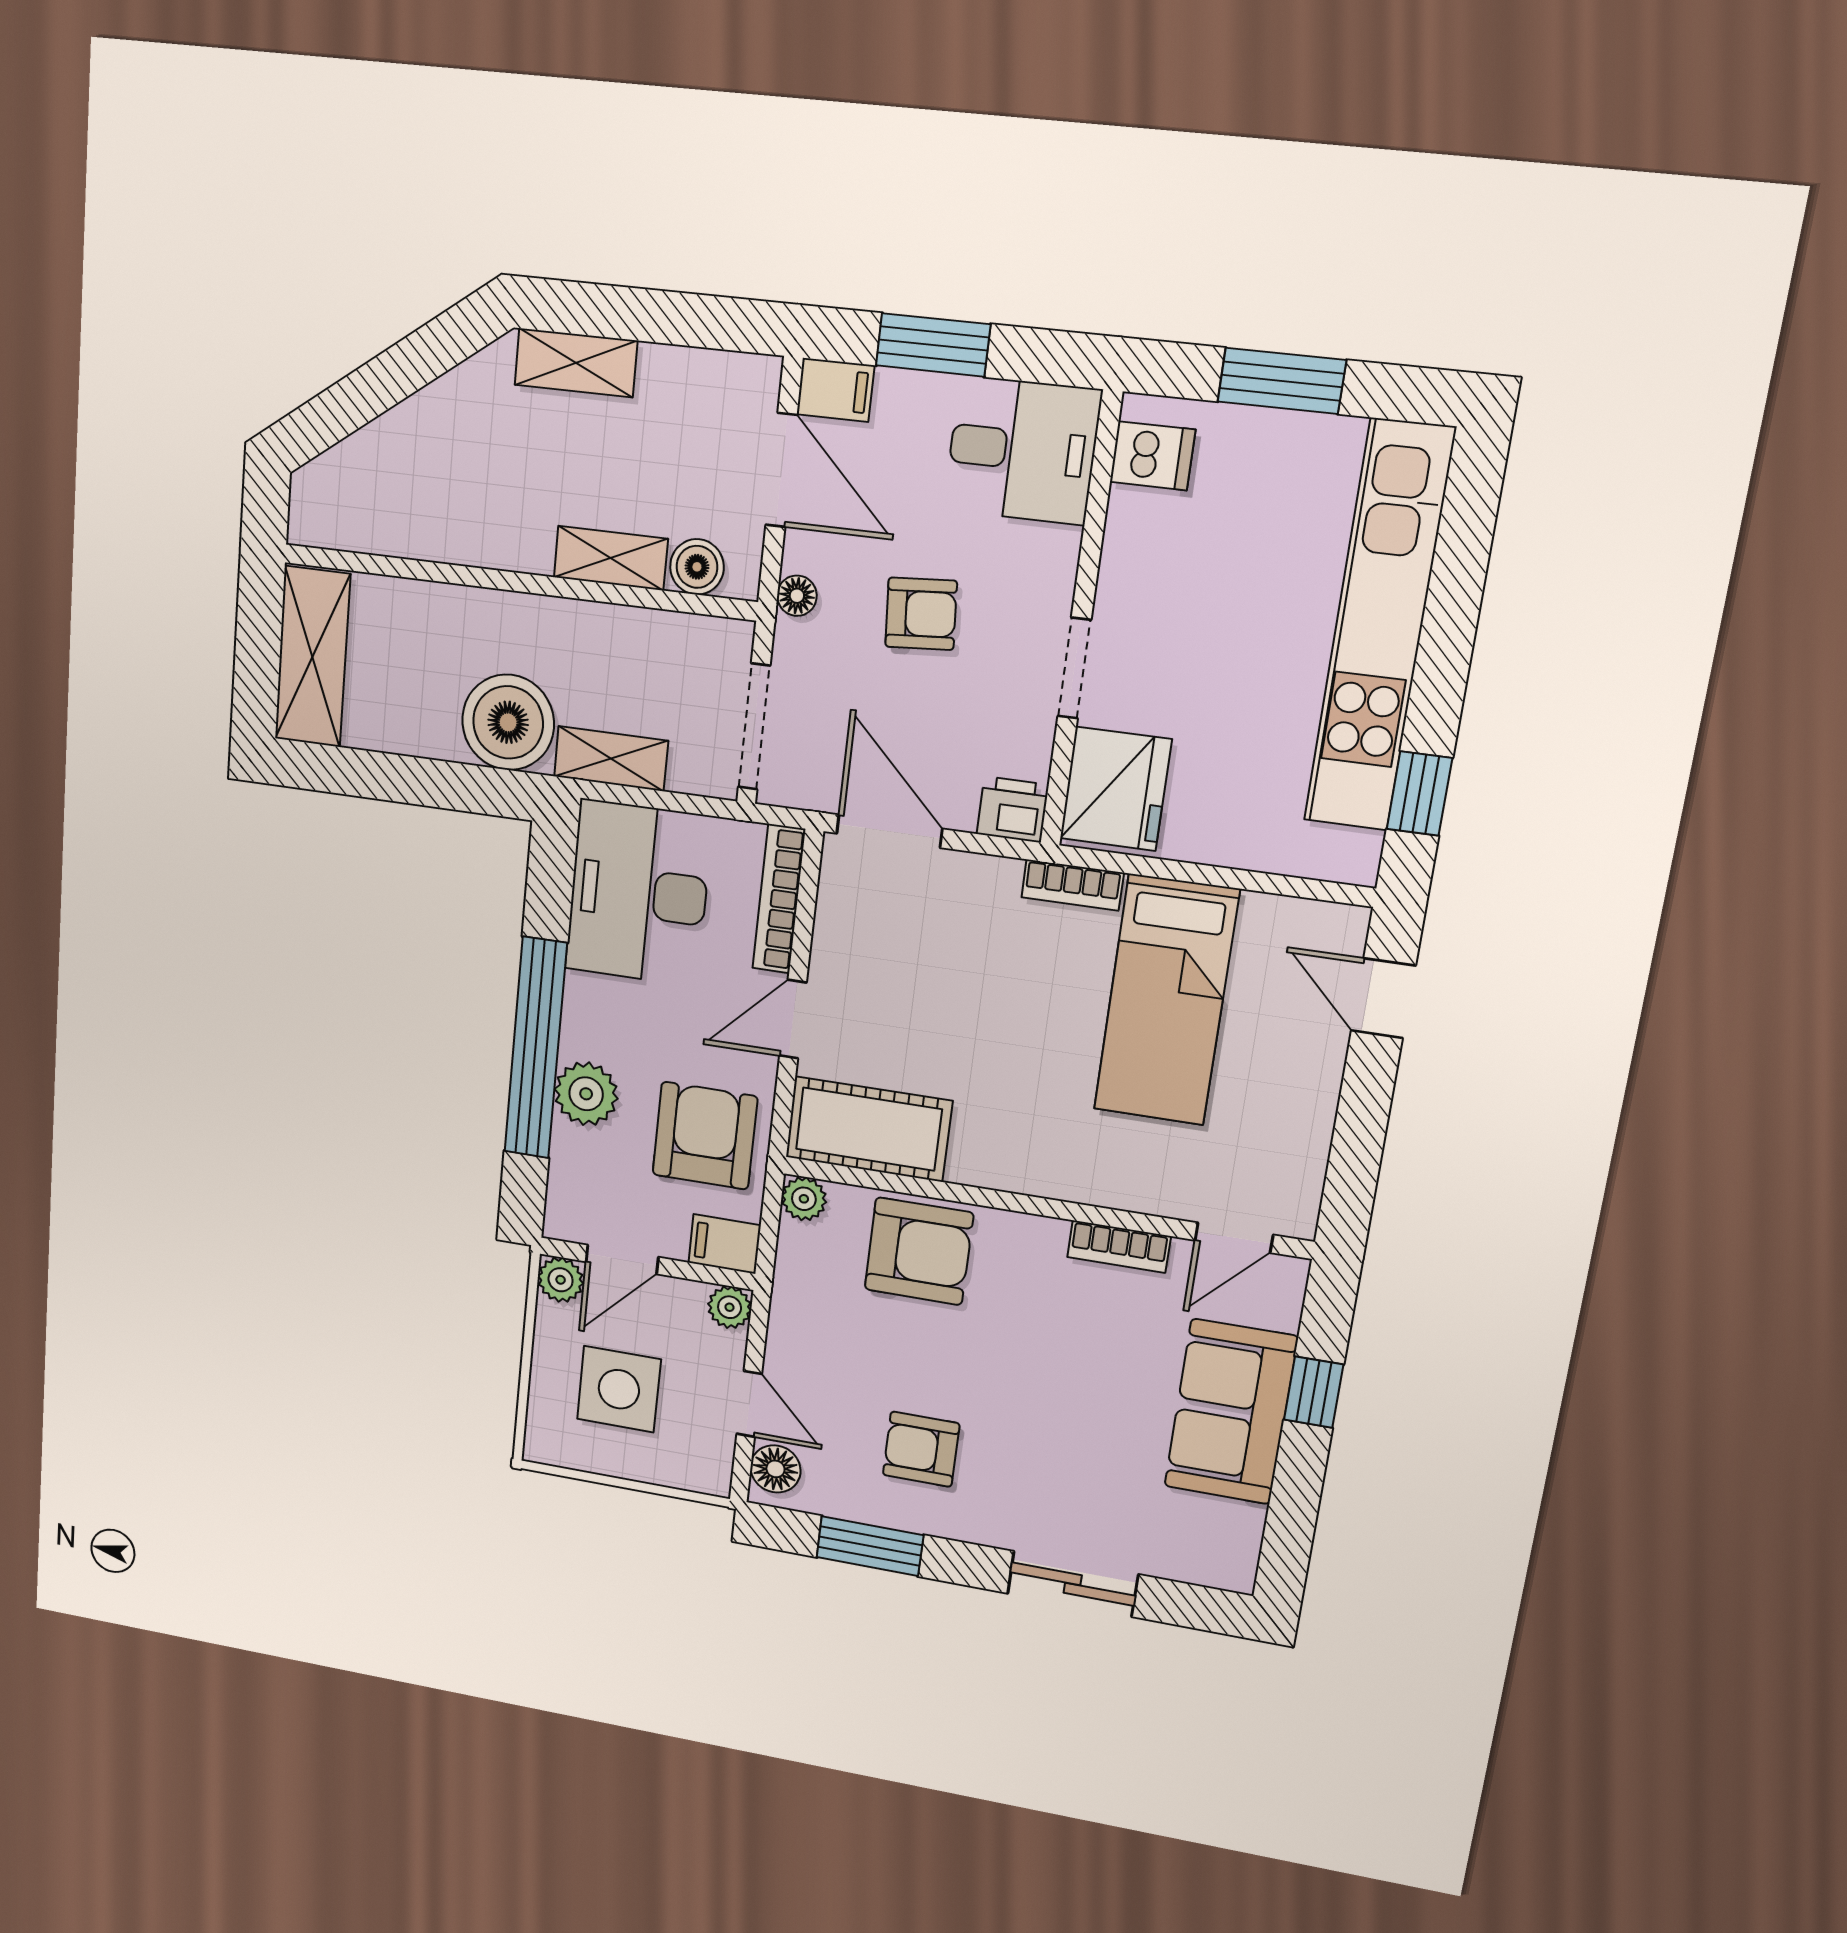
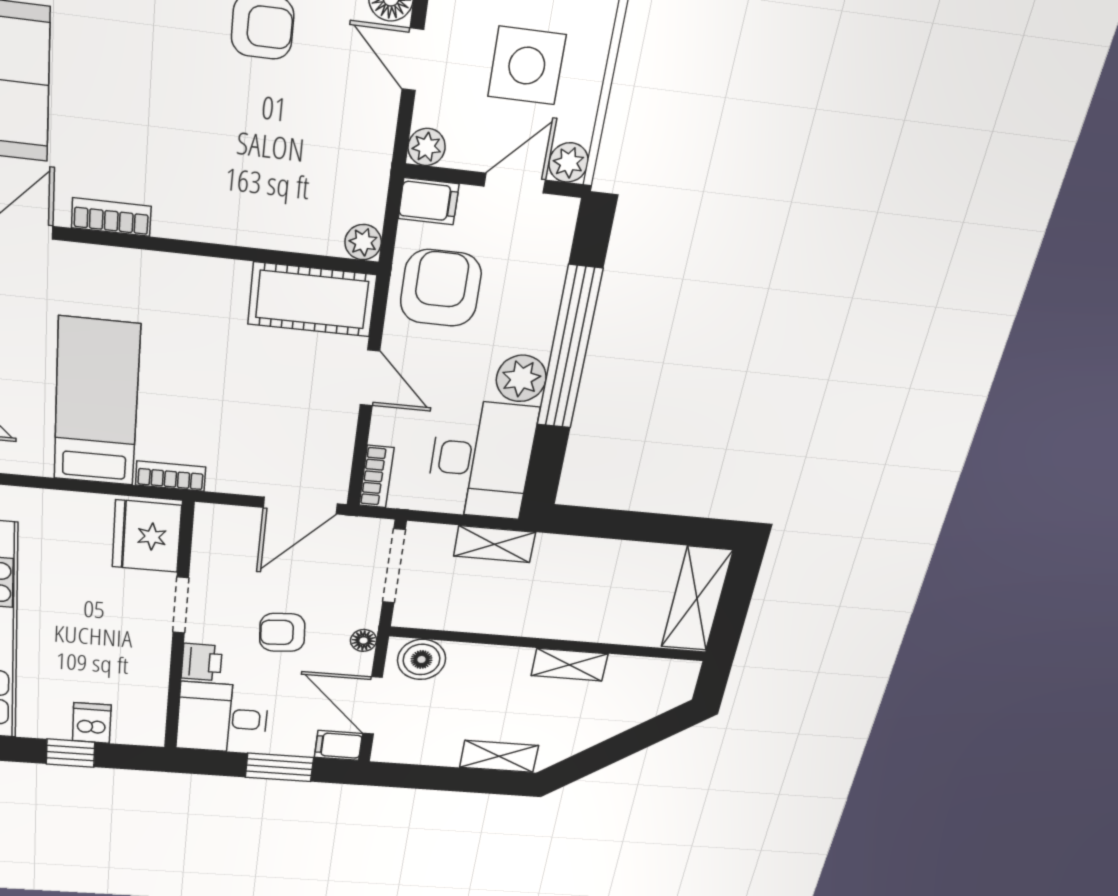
window: (1282, 381) -> (70, 753), width x0.67
dishwasher: (1152, 456) -> (92, 723), moved, turned 90
shelving: (611, 558) -> (570, 665), moved
boiler: (697, 567) -> (422, 659), width x1.36, depth x1.36
boiler: (508, 722) -> (565, 564), removed
printer: (1013, 809) -> (202, 662), moved, turned -90
door: (889, 831) -> (300, 506), hinge flipped
bookcase: (779, 899) -> (377, 477), width x0.64
door: (793, 1019) -> (370, 378), hinge flipped
plant: (586, 1094) -> (521, 378), moved
armchair: (705, 1136) -> (441, 288), turned 180
armchair: (919, 1251) -> (270, 204), removed

